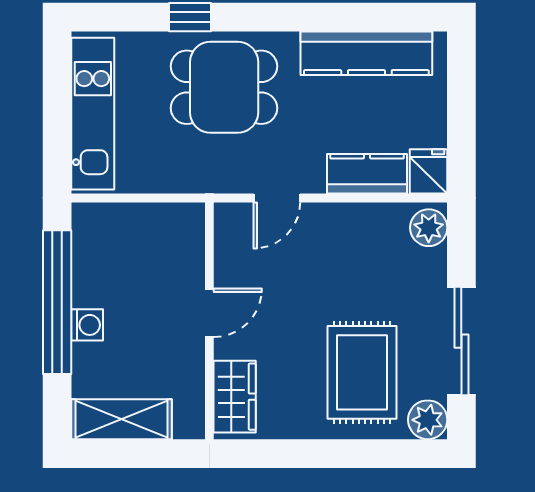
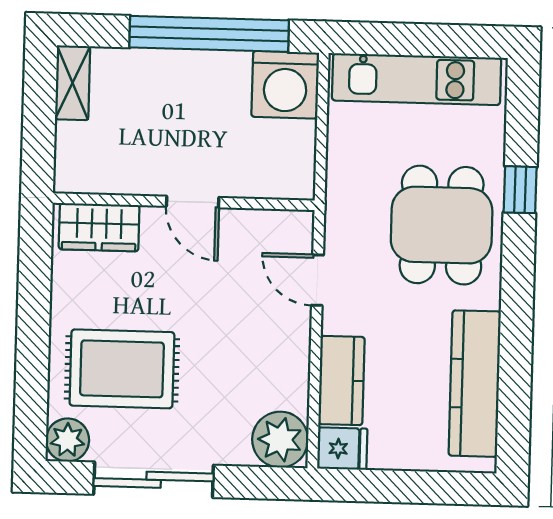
plant: (429, 228) -> (280, 440), width x1.36, depth x1.36
washing machine: (87, 325) -> (285, 85), moved, width x1.89, depth x1.89
shelving: (122, 419) -> (73, 83), width x0.67, depth x0.75

